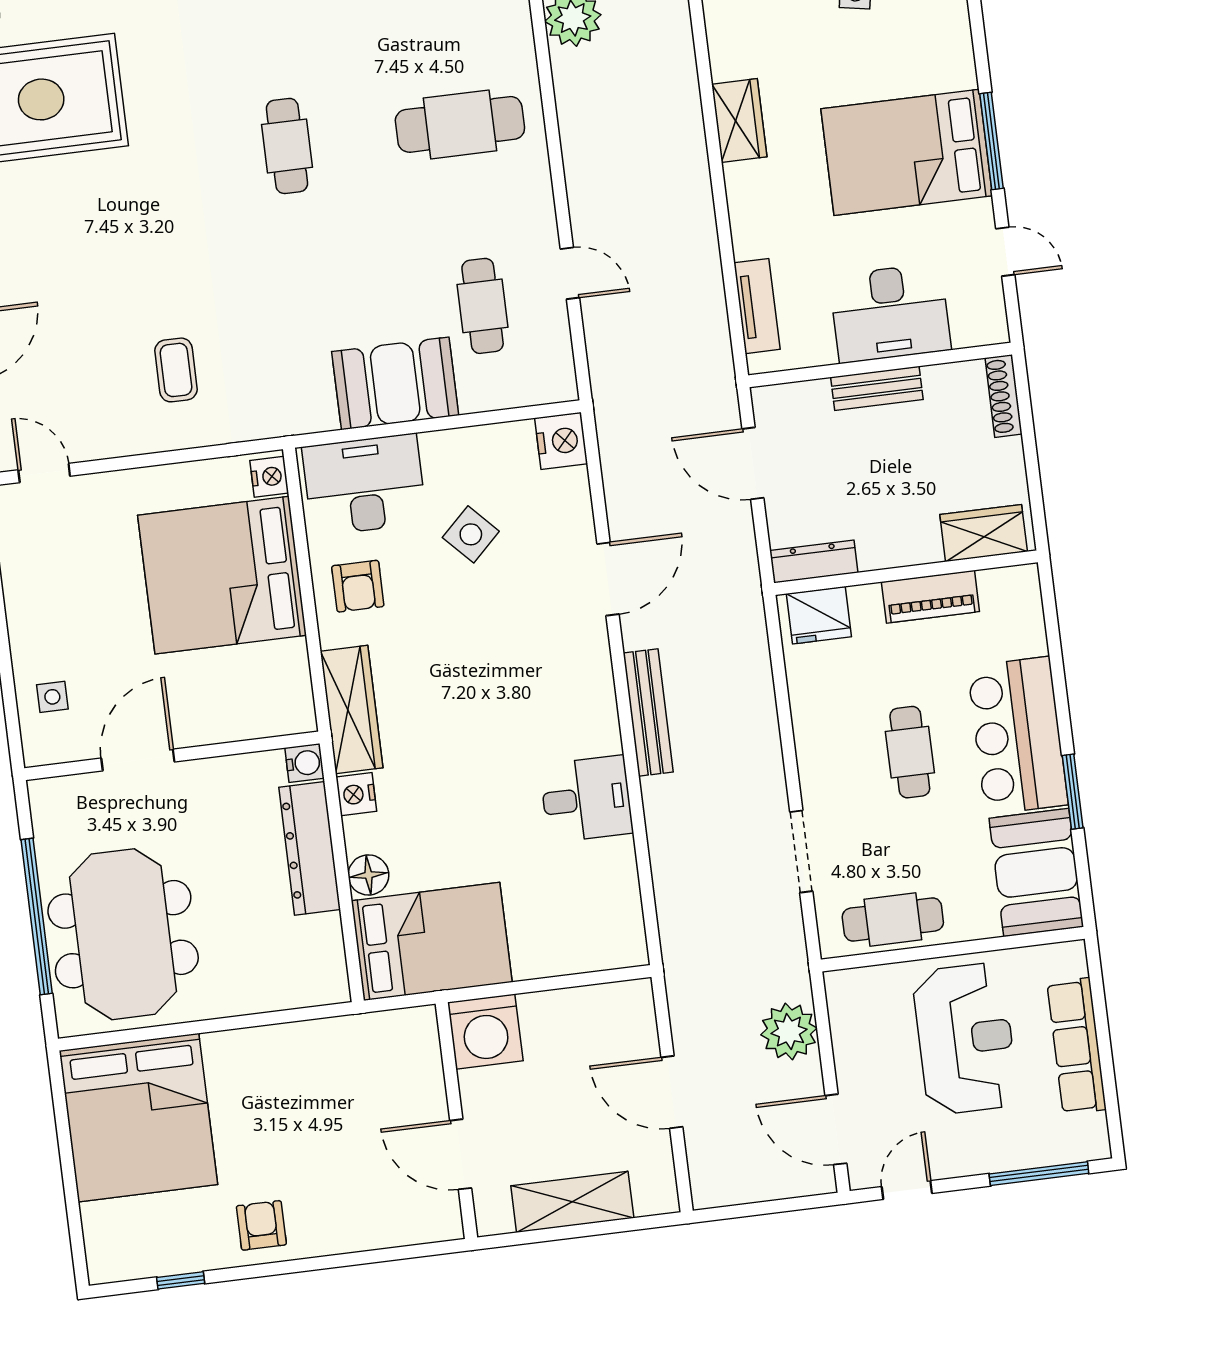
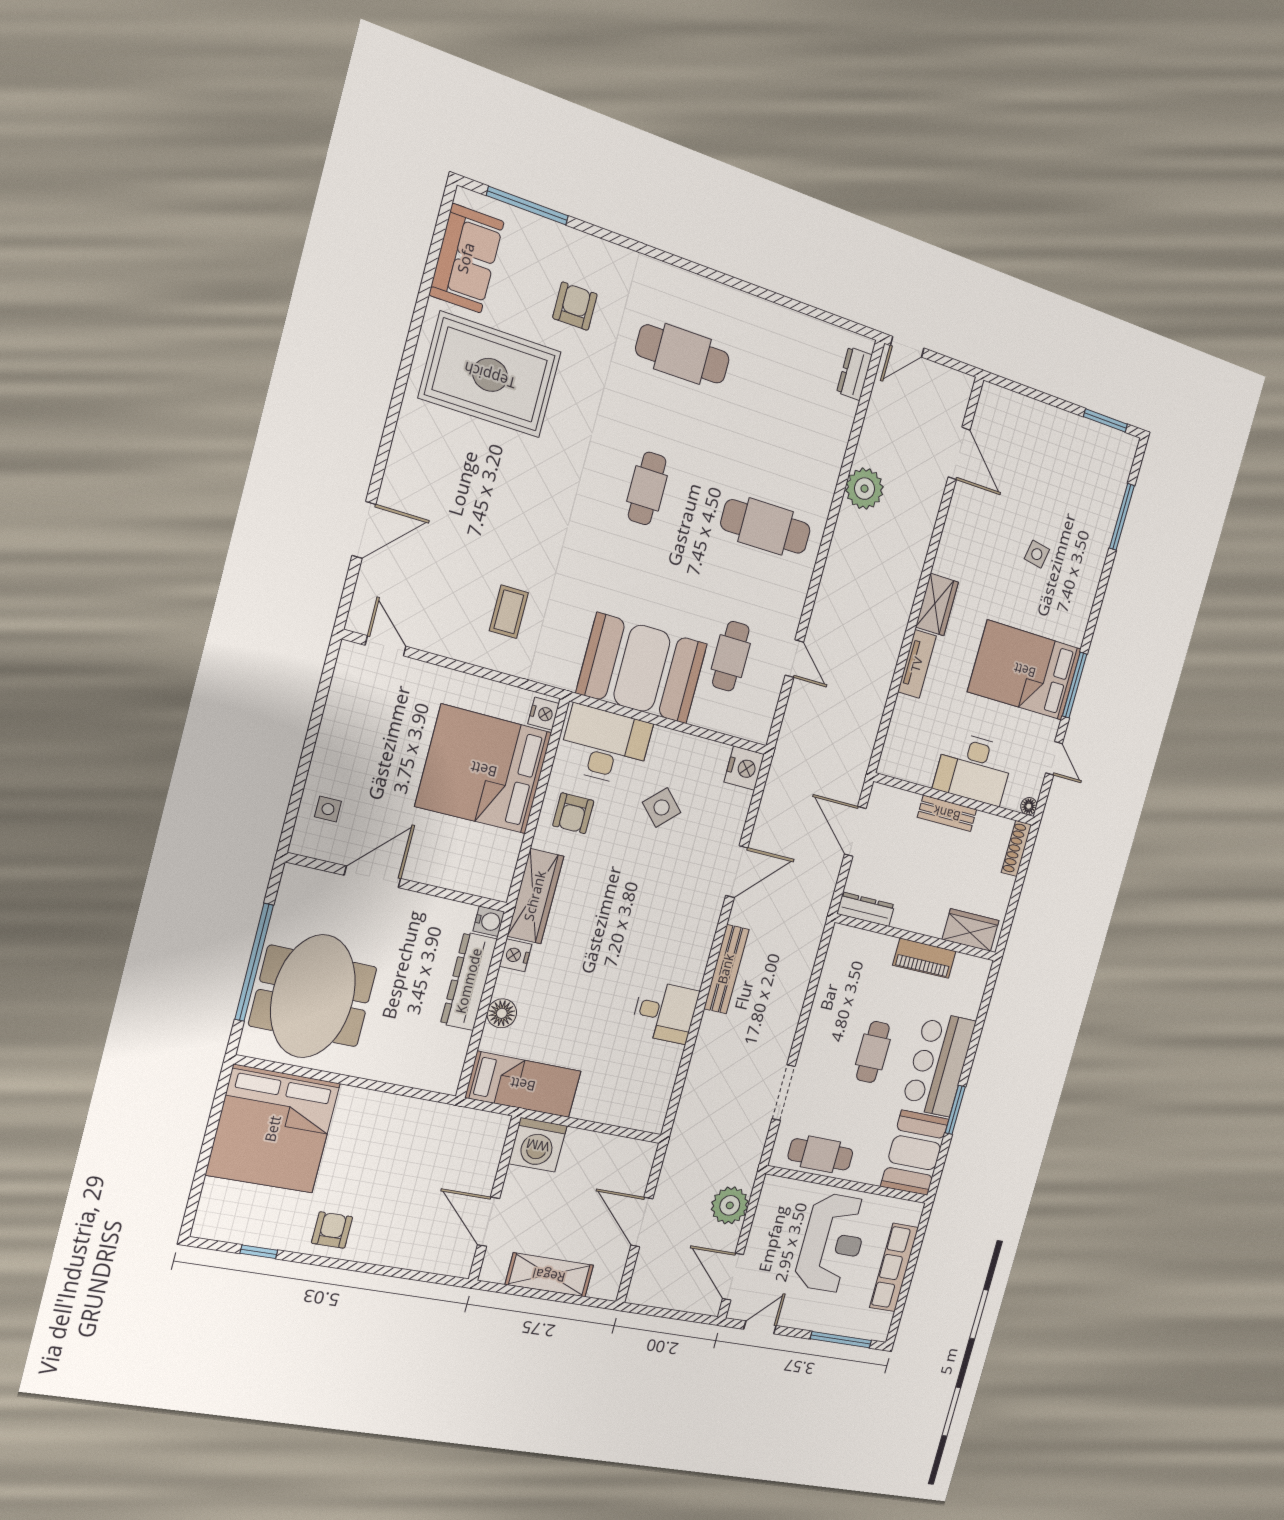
tv unit: (757, 306) -> (917, 664), moved
floor lamp: (996, 331) -> (1029, 806), added
booth: (395, 383) -> (642, 668), width x1.36, depth x1.42
fridge: (819, 615) -> (855, 945), removed
bed: (432, 941) -> (523, 1084), width x0.67

